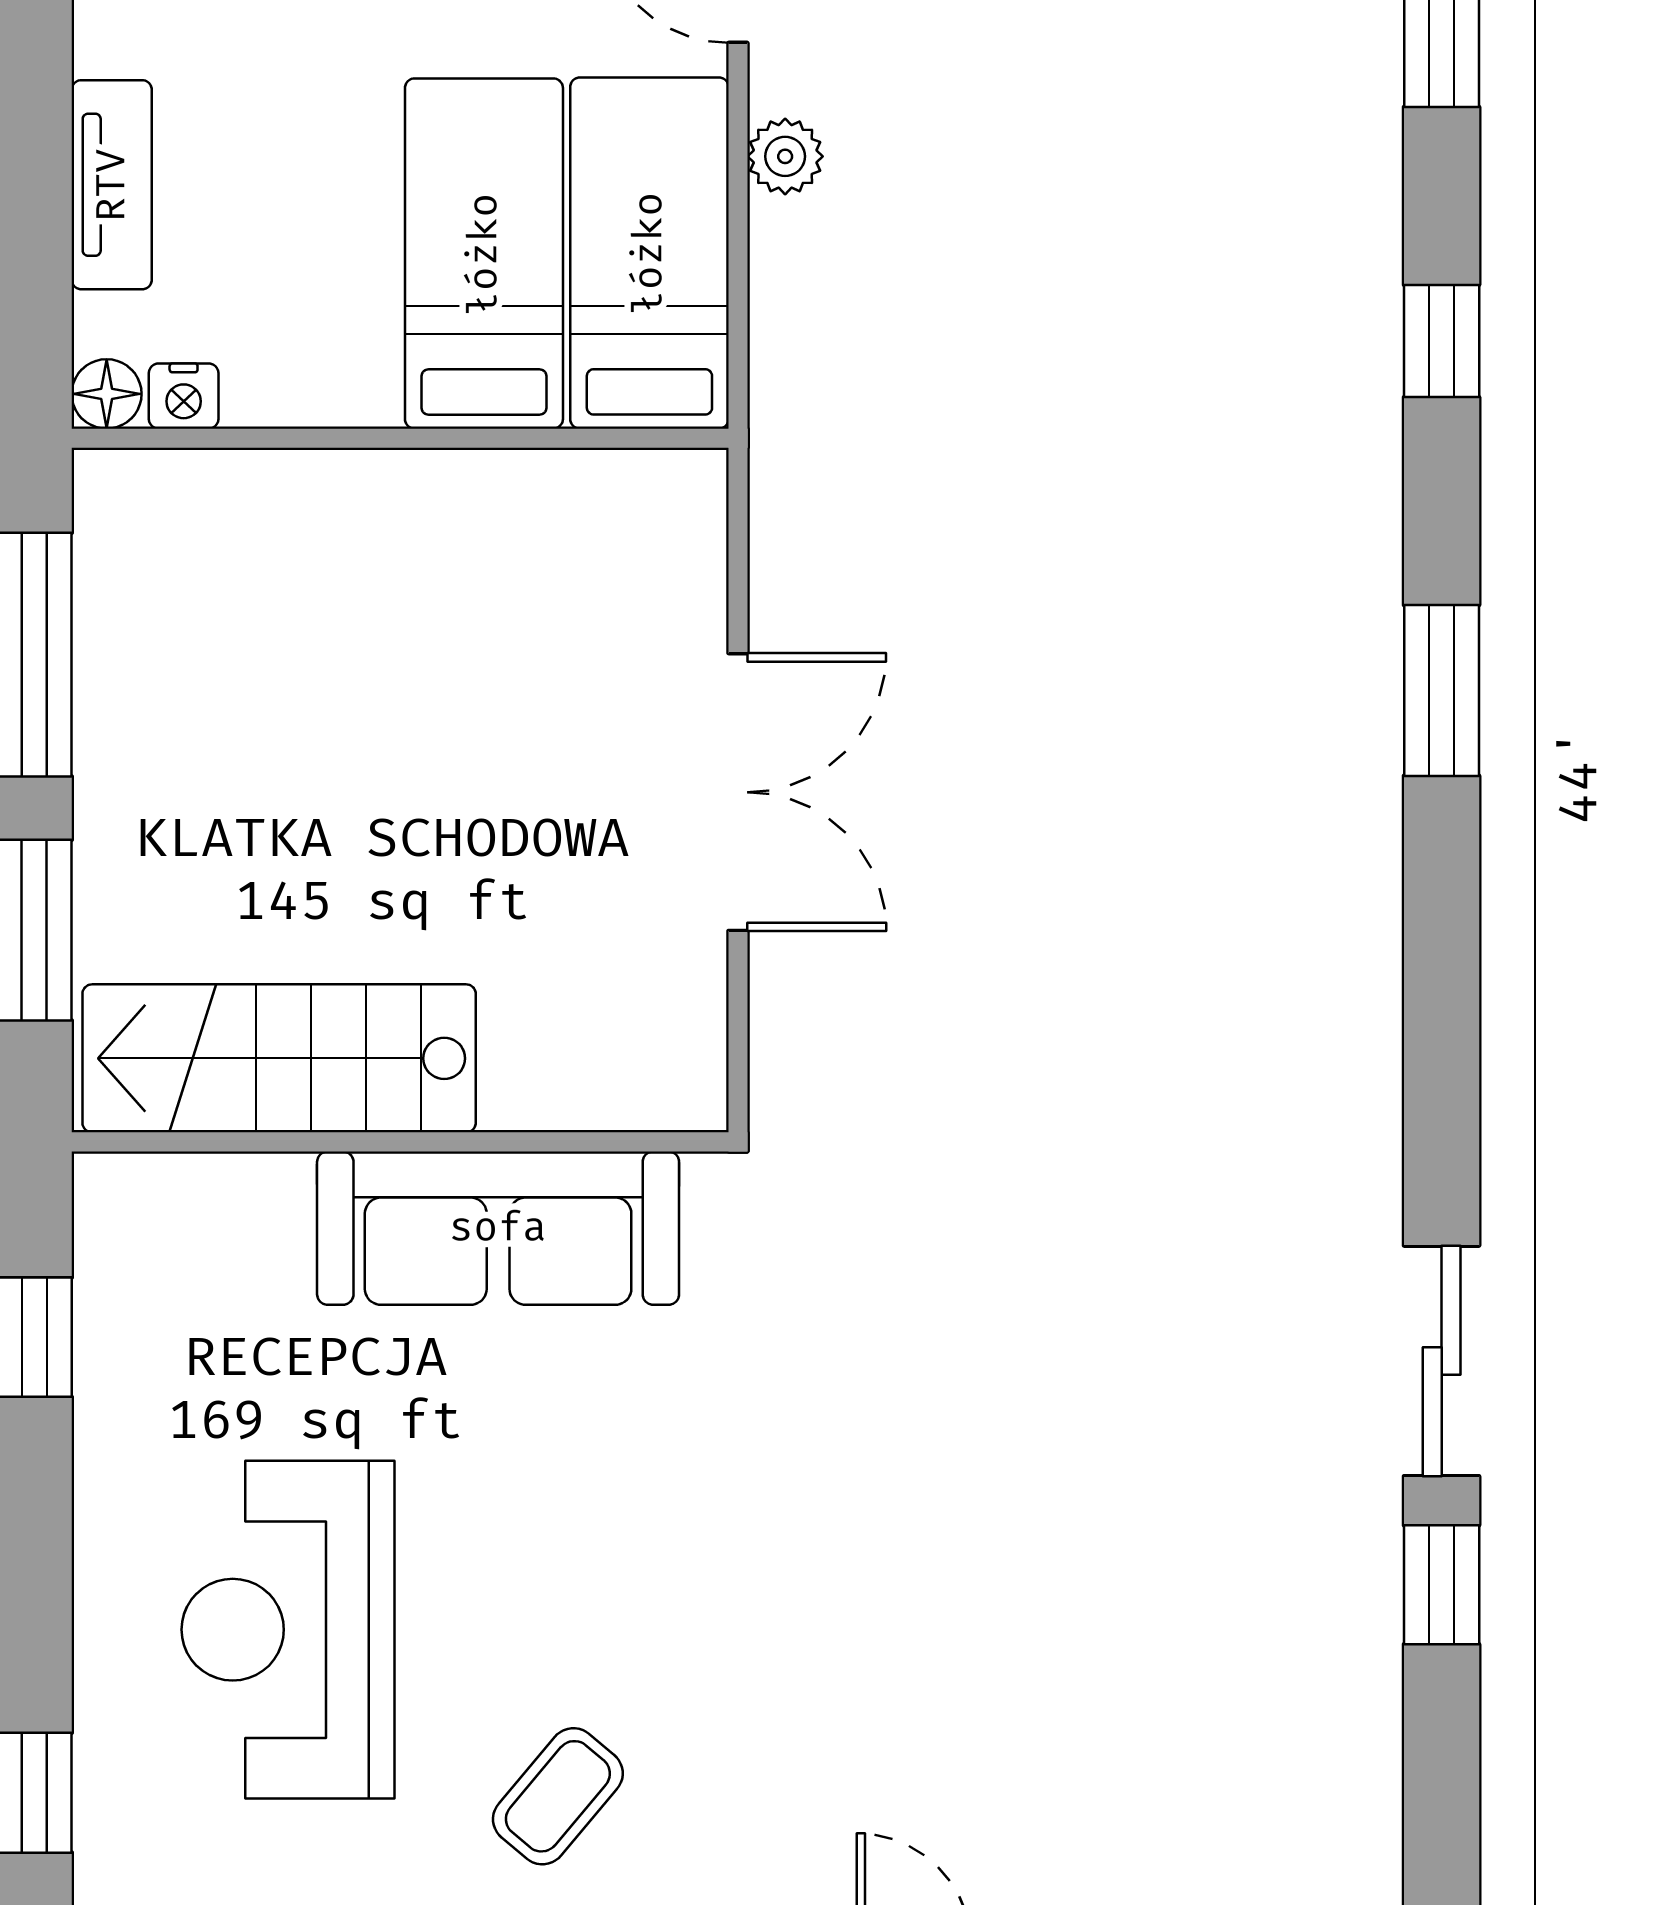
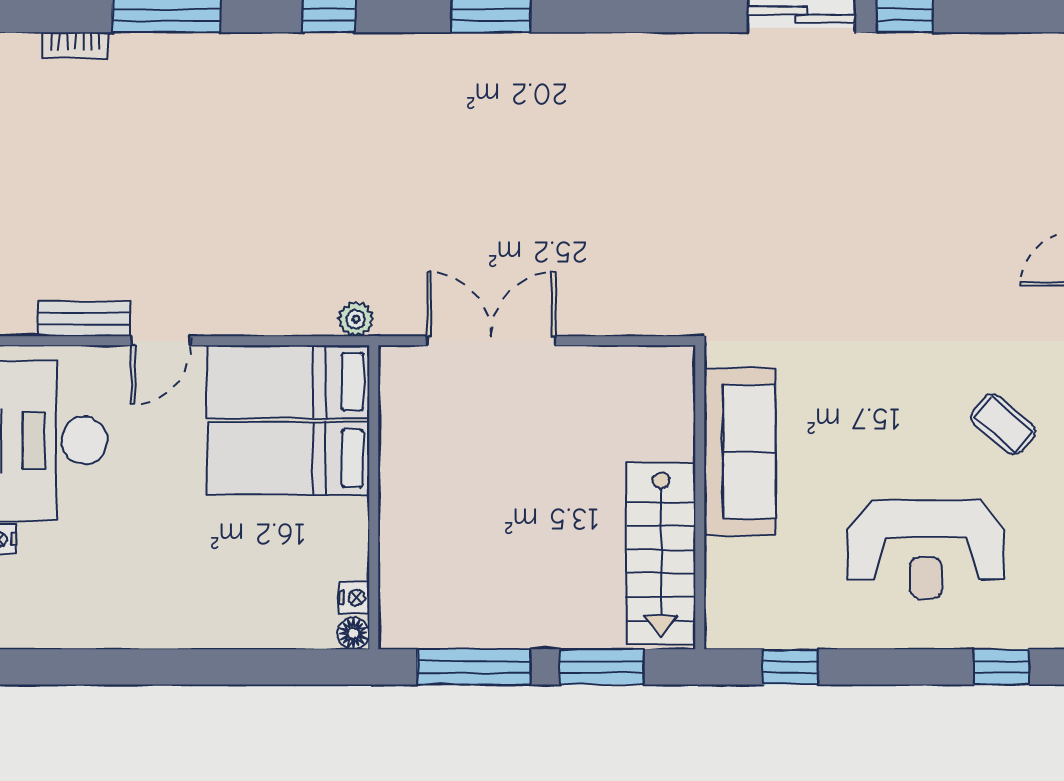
plant: (785, 156) -> (356, 319), moved
tv unit: (112, 185) -> (256, 631), removed
double door: (738, 792) -> (491, 341), moved

